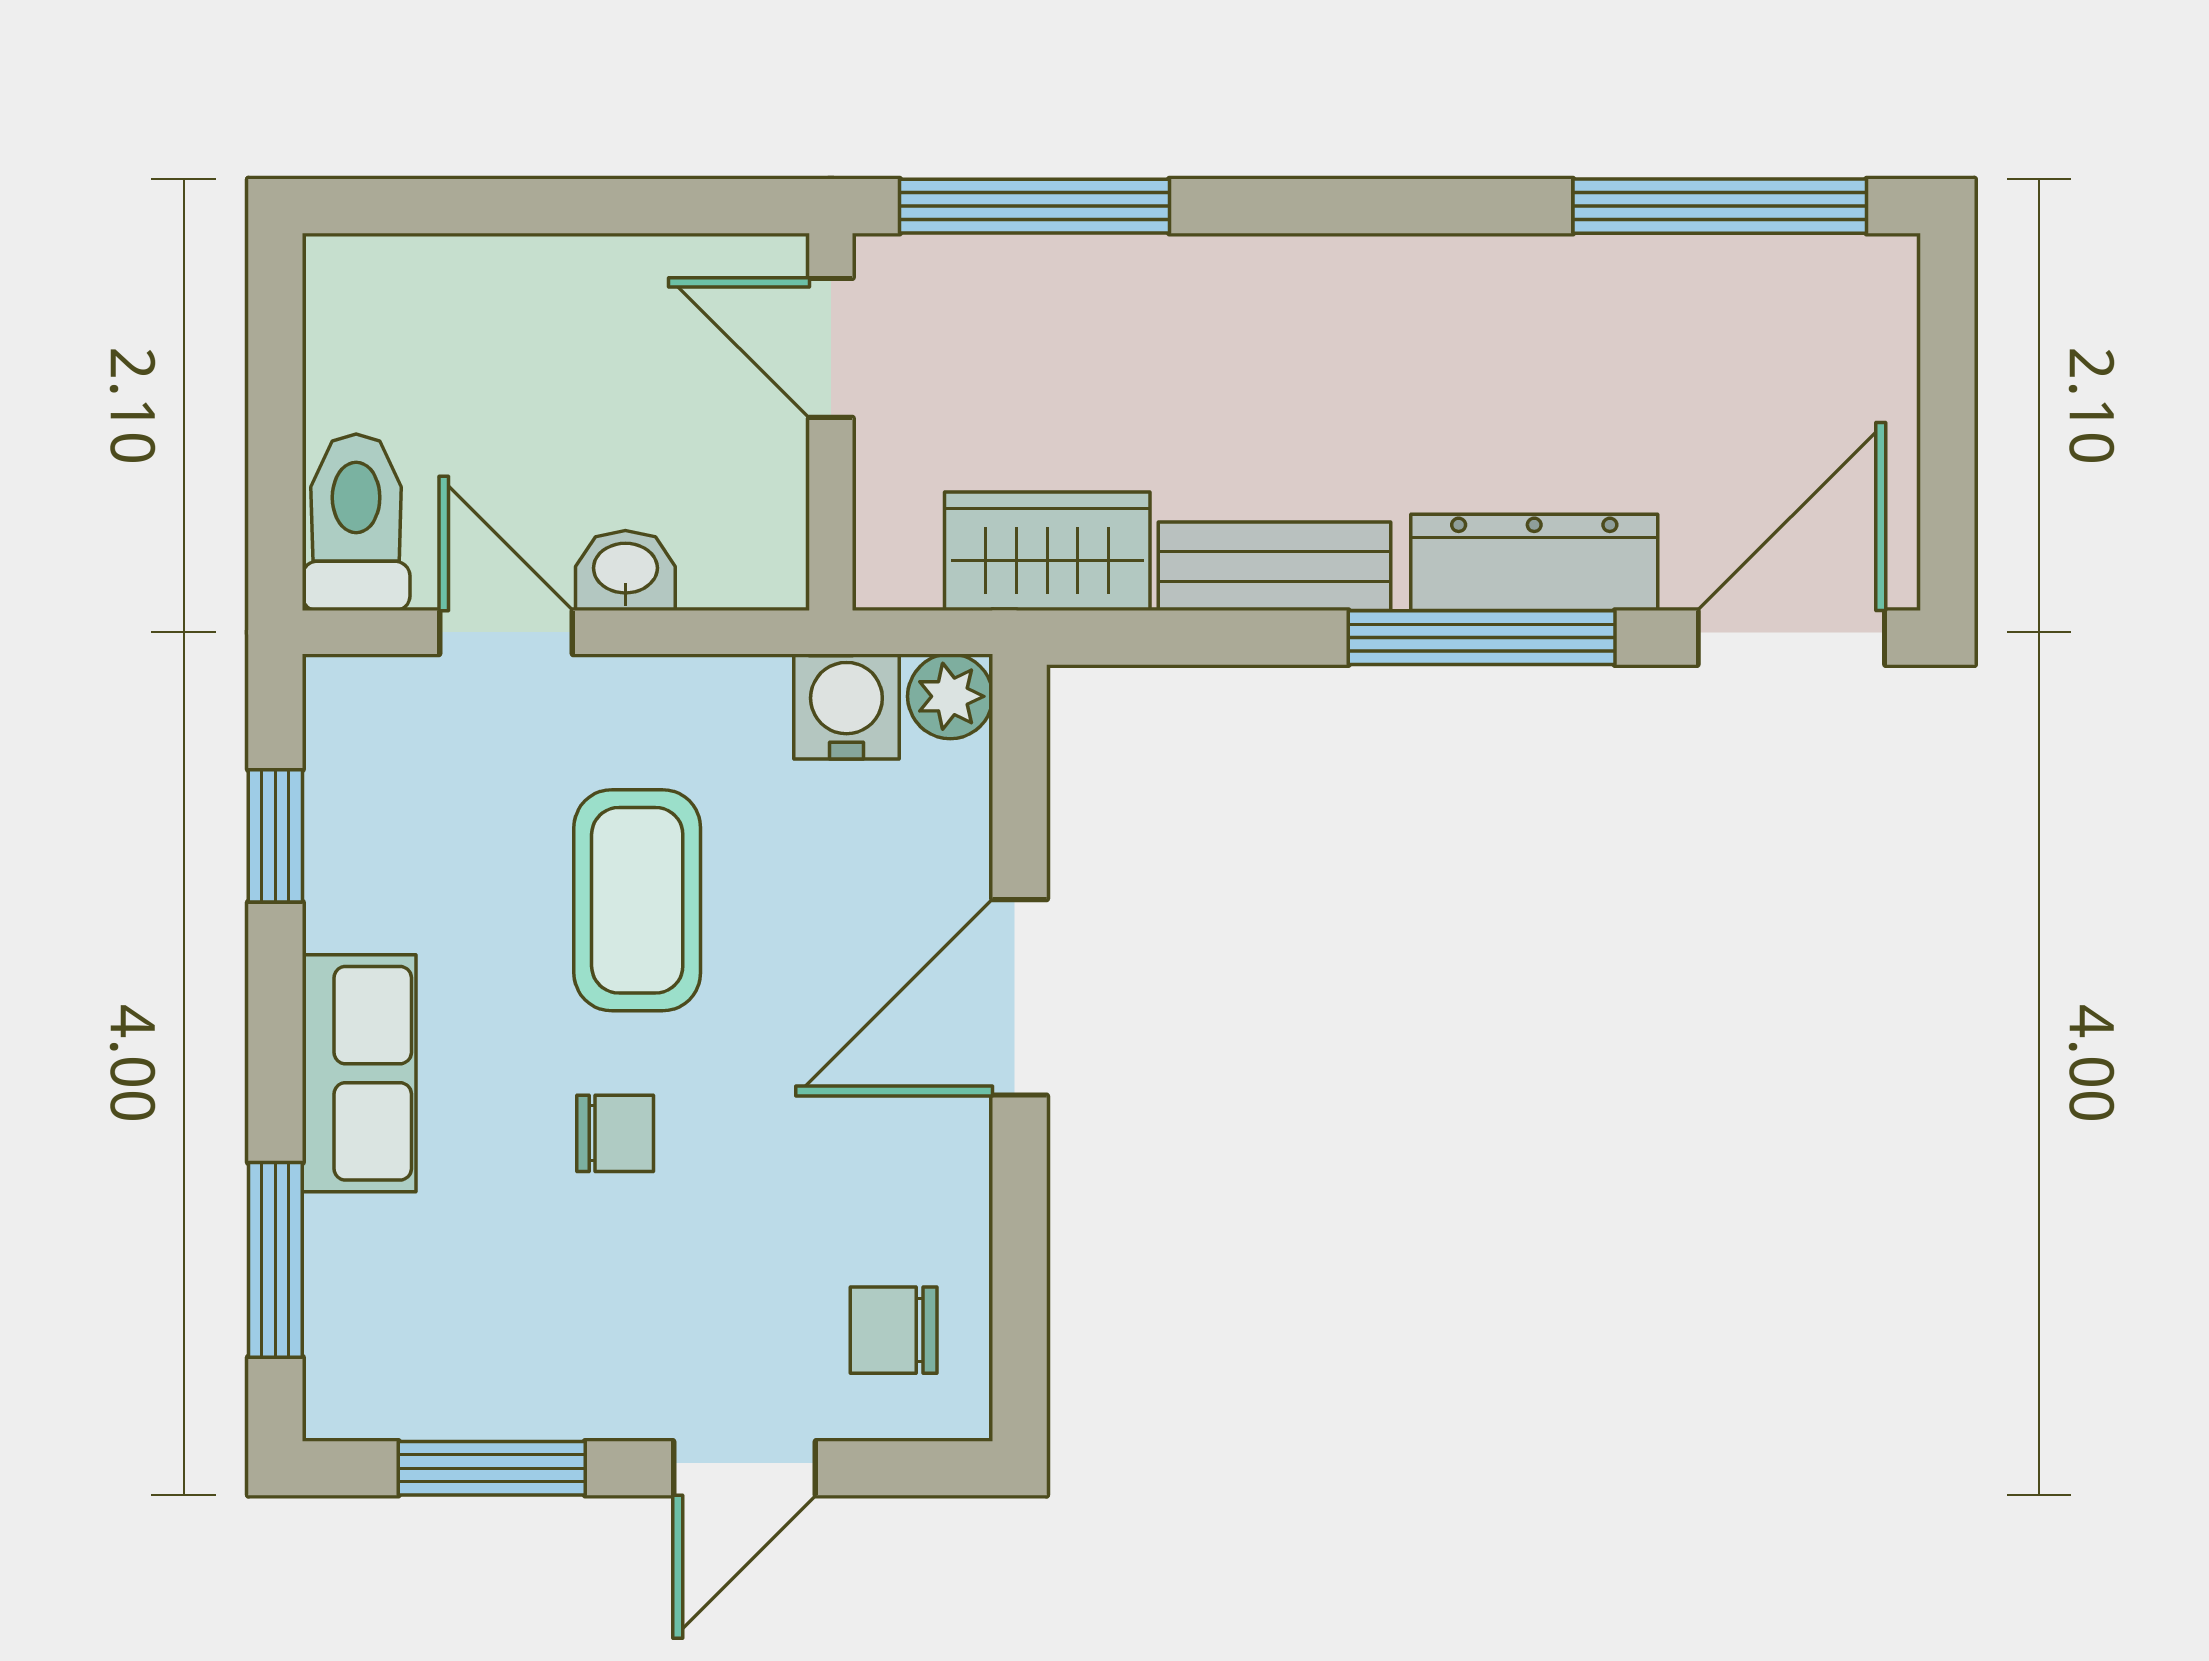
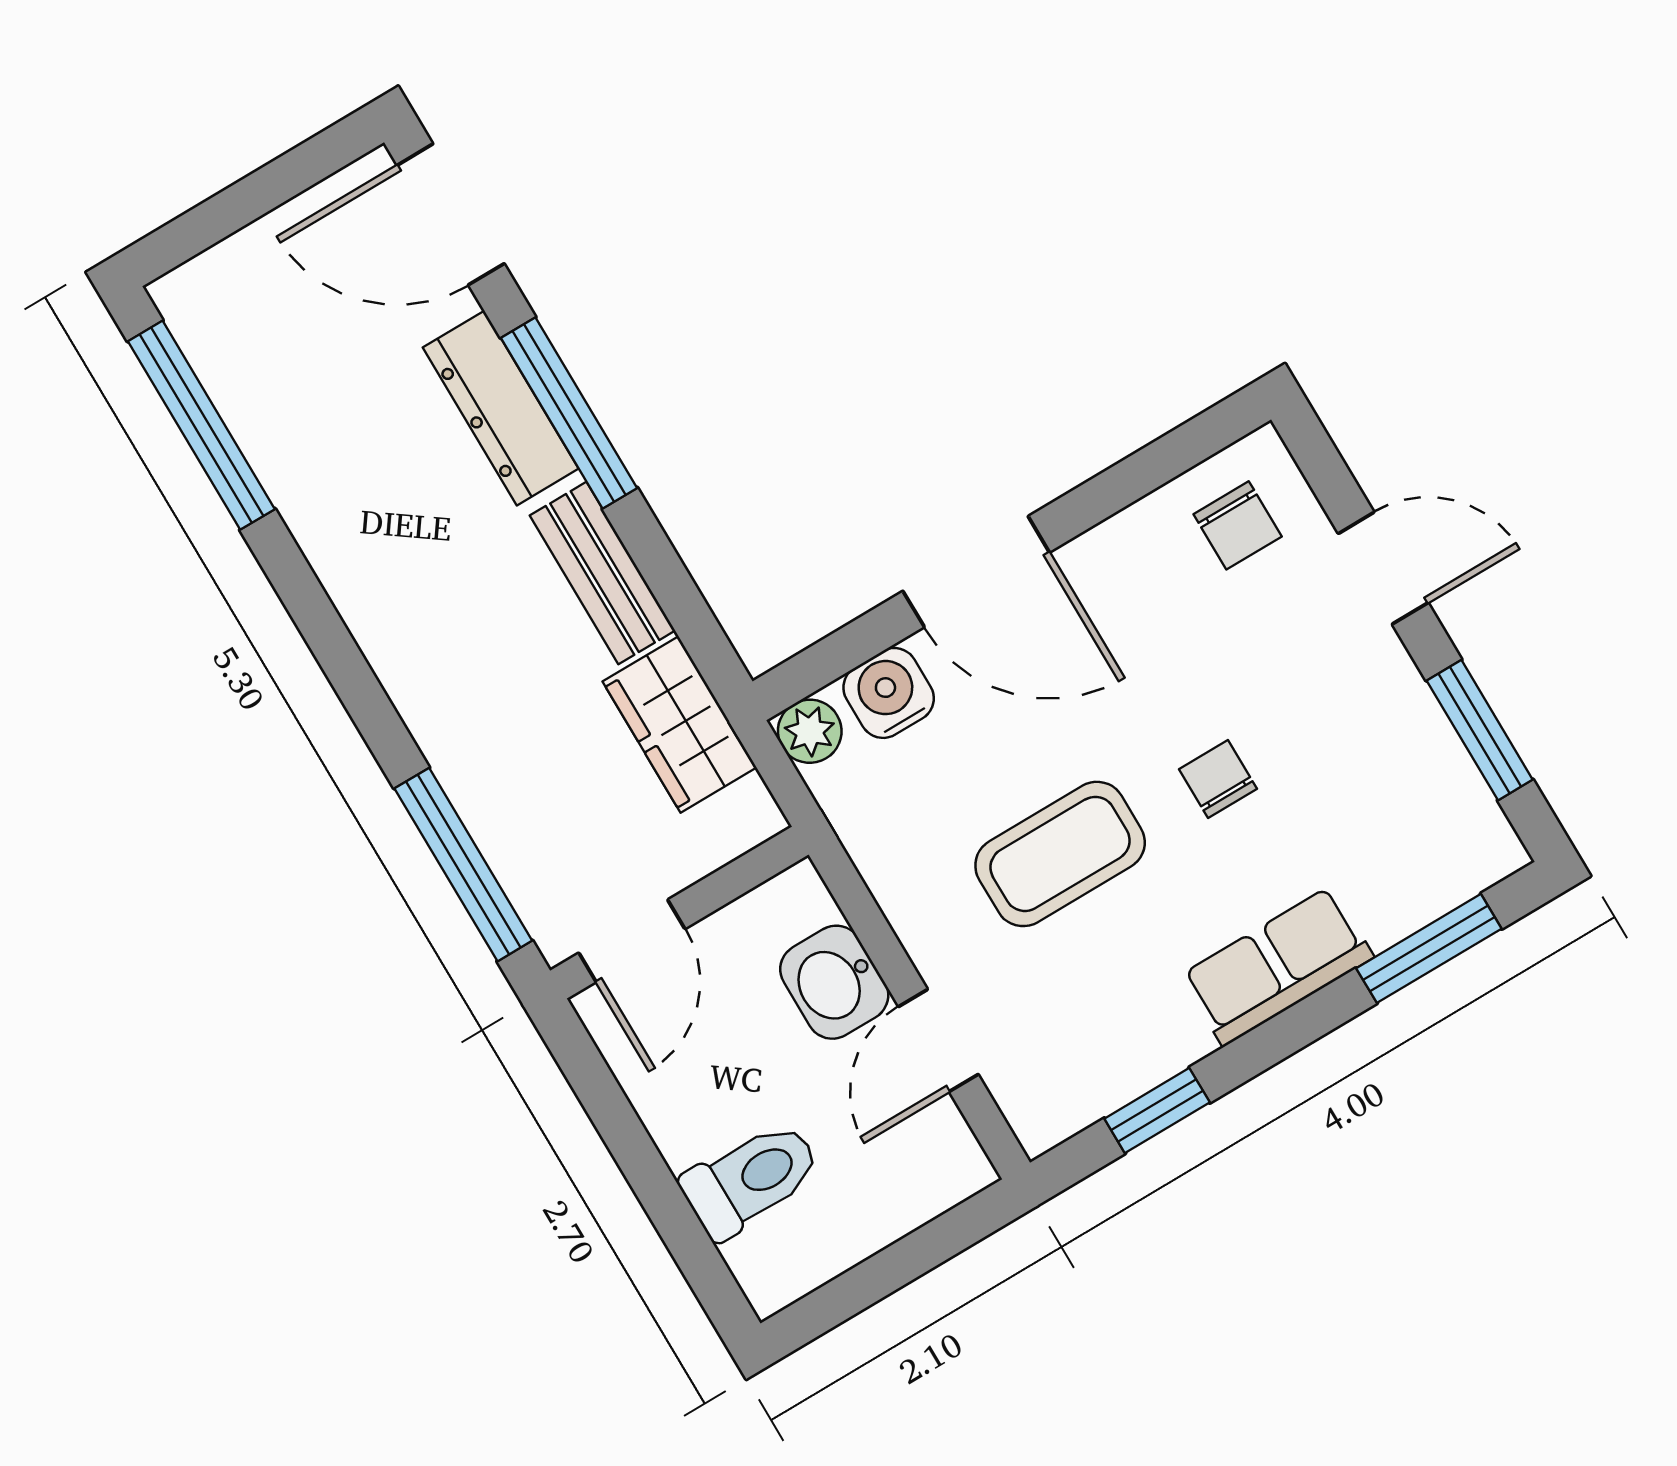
toilet: (356, 522) -> (751, 1179), moved, turned 180
washbasin: (625, 570) -> (834, 982), width x1.38, depth x1.45
water cooler: (846, 706) -> (889, 693), moved, turned 90

